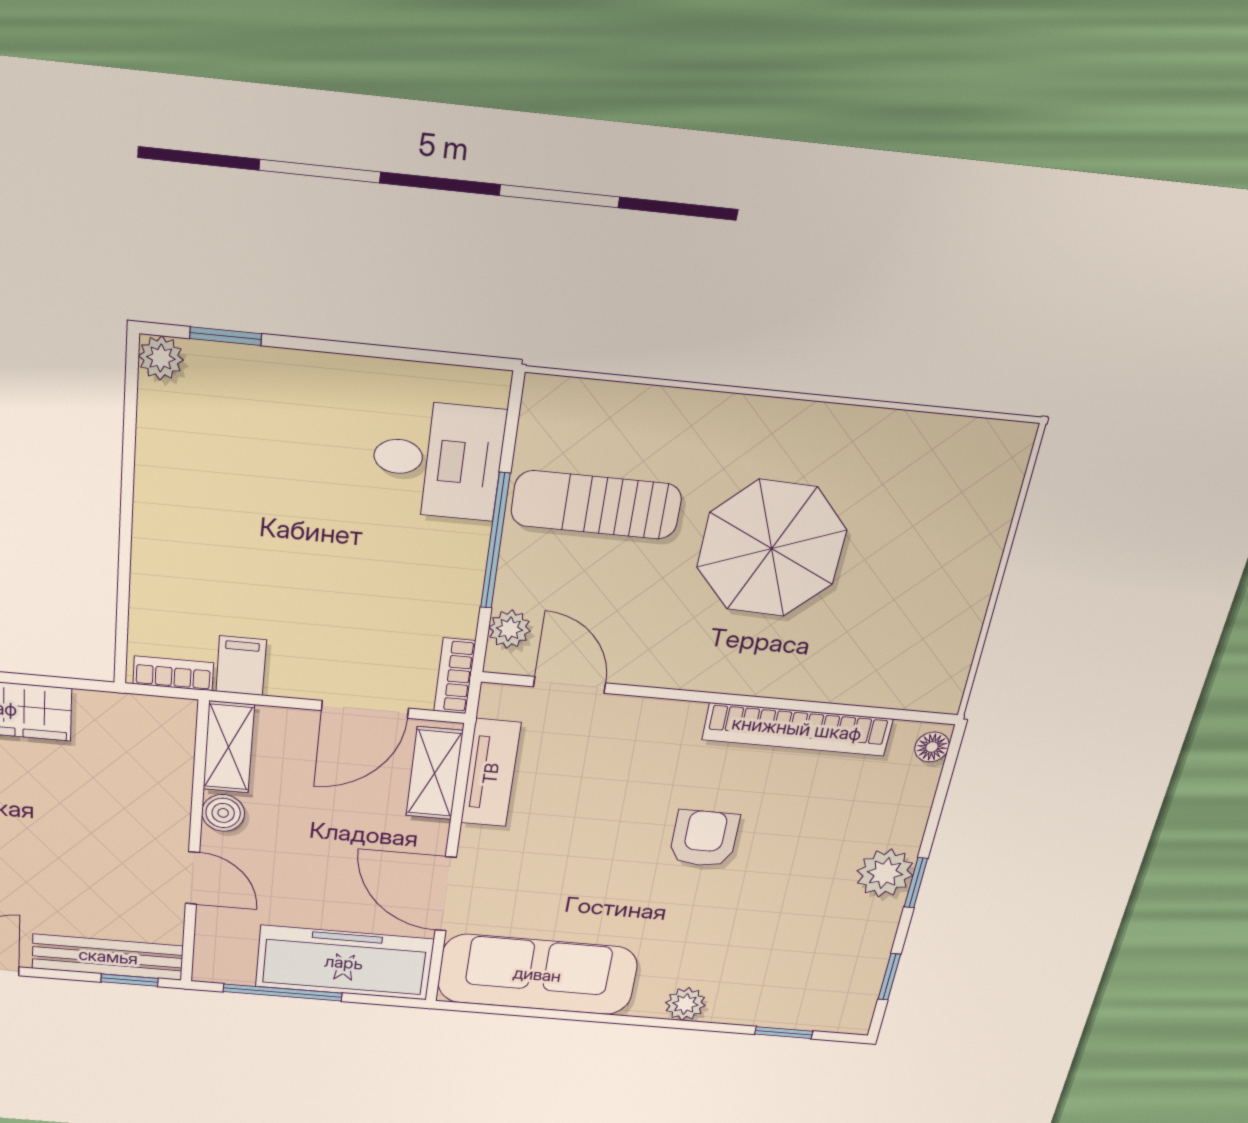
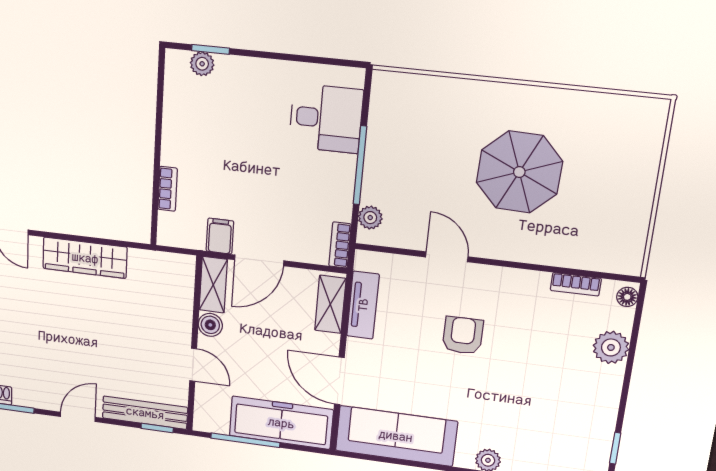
plant: (161, 358) -> (202, 64), moved
sun lounger: (596, 505) -> (416, 145), removed
bookcase: (173, 673) -> (168, 189), moved, turned 90
door: (570, 685) -> (447, 257), moved
door: (365, 709) -> (259, 260), moved
bookcase: (797, 729) -> (576, 284), width x0.43, depth x0.76
armchair: (704, 839) -> (463, 335), moved
plant: (885, 873) -> (611, 347), moved
window: (916, 883) -> (626, 385), removed

